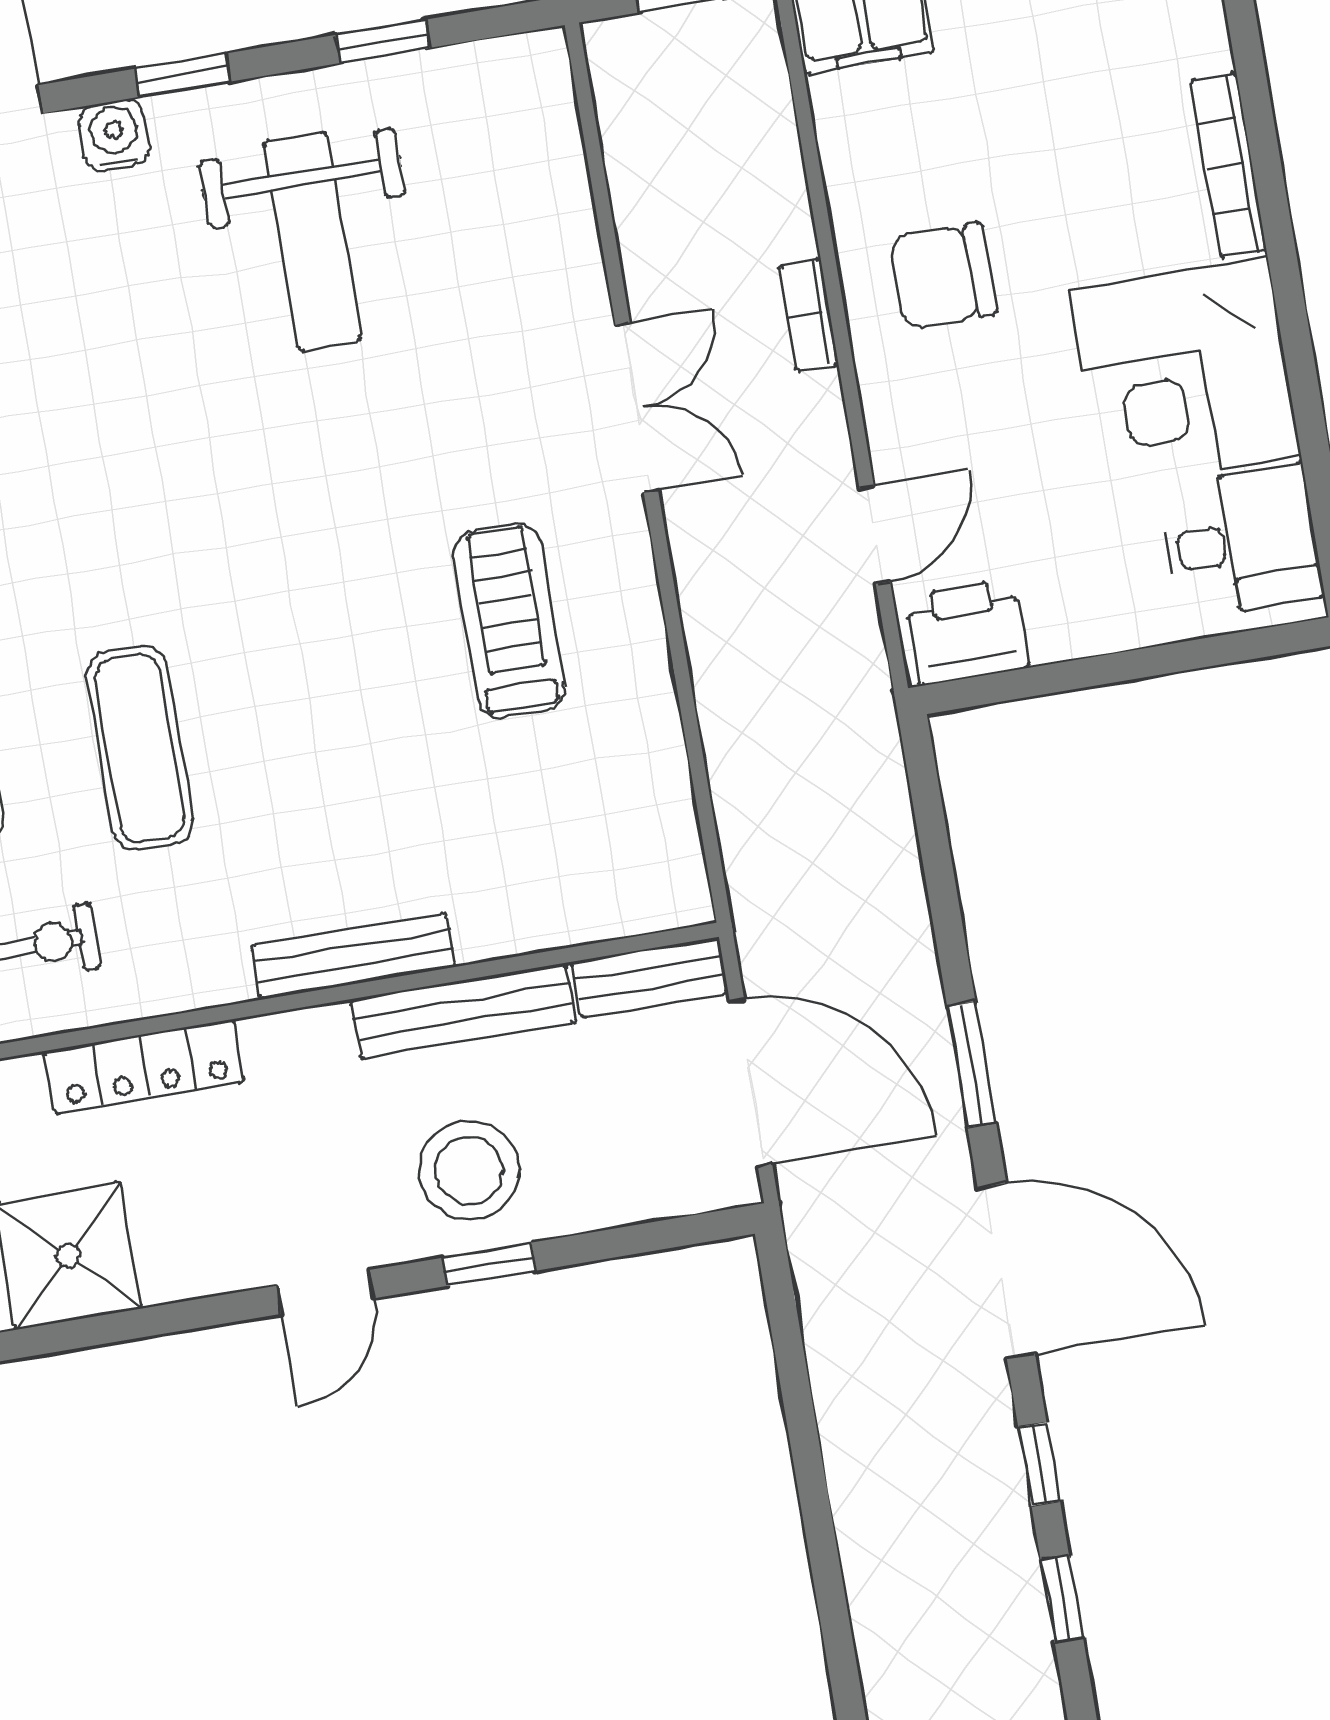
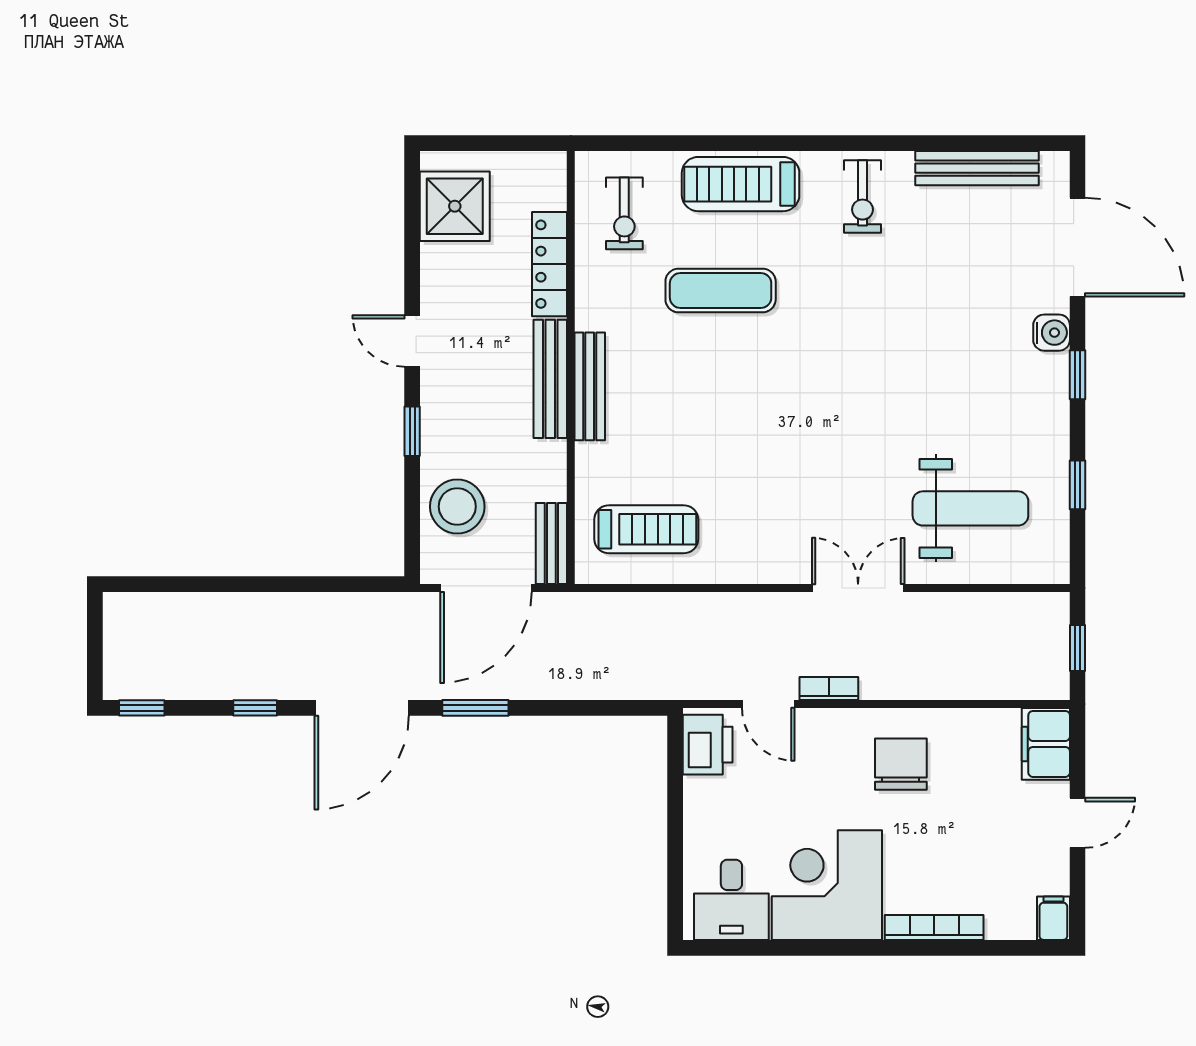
weight bench: (313, 241) -> (970, 508), moved, turned 180
bookcase: (808, 315) -> (829, 688), moved
double door: (637, 408) -> (858, 588), swing flipped
treadmill: (509, 621) -> (646, 529), moved
bench: (464, 1011) -> (550, 379), moved
stool: (469, 1170) -> (457, 507), moved
window: (1062, 1599) -> (142, 708), moved

